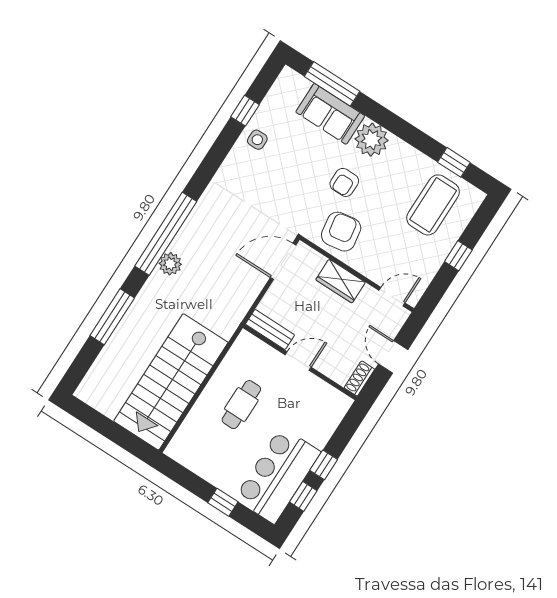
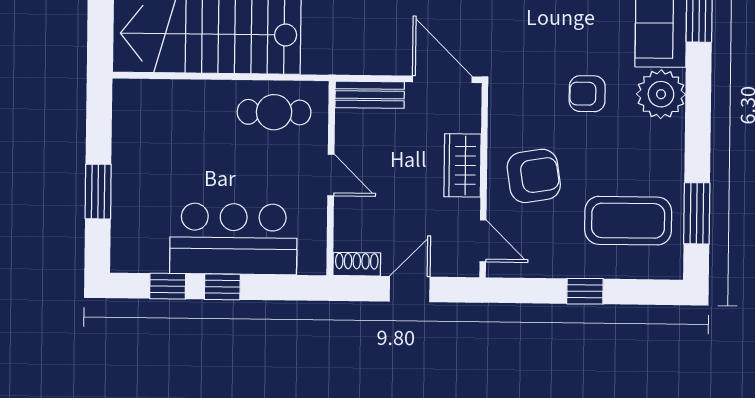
window: (454, 162) -> (697, 213), width x1.50
armchair: (341, 232) -> (534, 176), moved
bench: (270, 330) -> (370, 95), moved, turned 90
cafe table: (241, 405) -> (274, 112), moved
bar counter: (278, 475) -> (233, 239), moved
window: (223, 502) -> (98, 192), width x1.50

